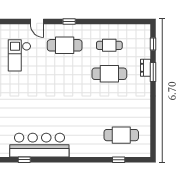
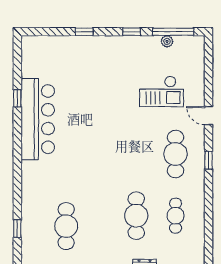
door: (37, 22) -> (208, 116), hinge flipped
checkout: (19, 55) -> (162, 91), turned 180
cafe table: (121, 135) -> (66, 226), moved

